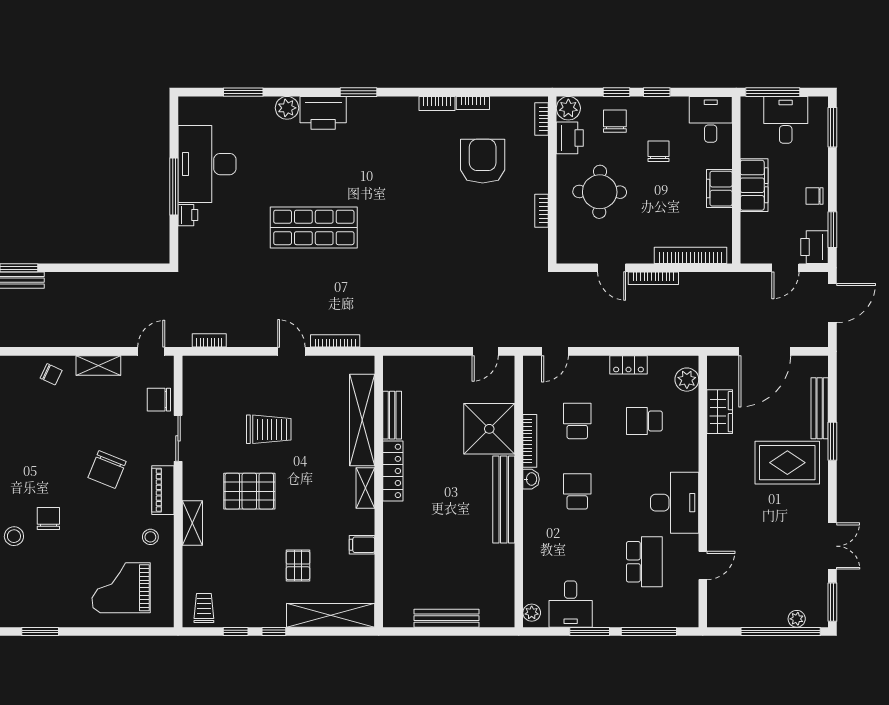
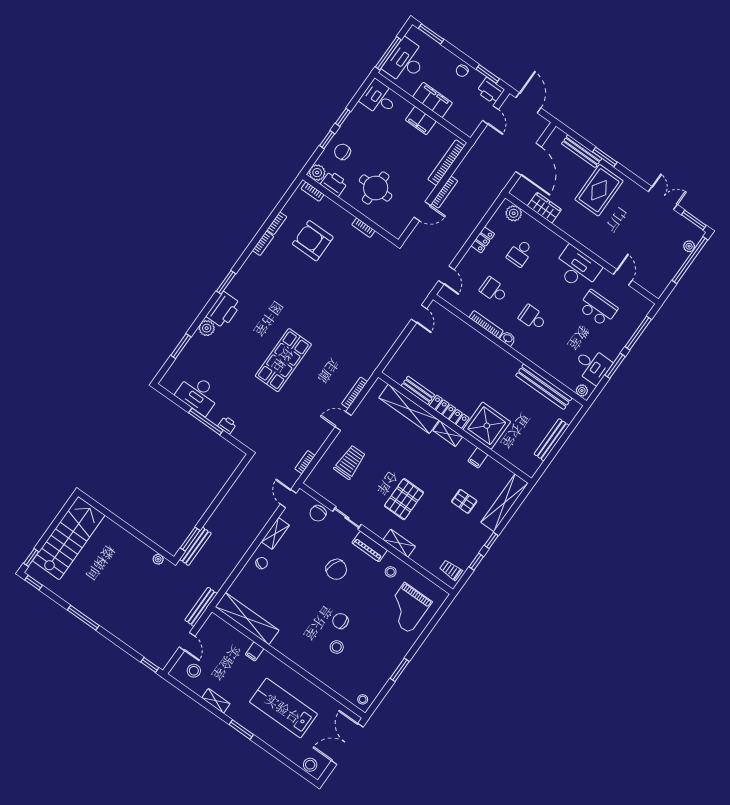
desk: (786, 120) -> (406, 61), width x1.37
chair: (658, 151) -> (376, 140), removed
desk: (207, 164) -> (198, 394), width x0.73, depth x0.77
trolley: (269, 429) -> (350, 462), moved
shower: (489, 429) -> (487, 426), moved
bench: (504, 500) -> (544, 387), moved

